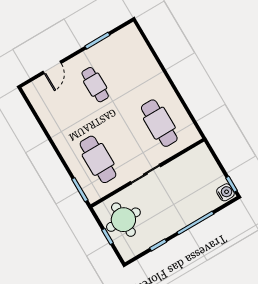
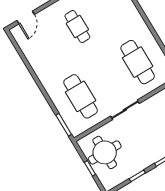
door: (52, 67) -> (26, 17), moved

